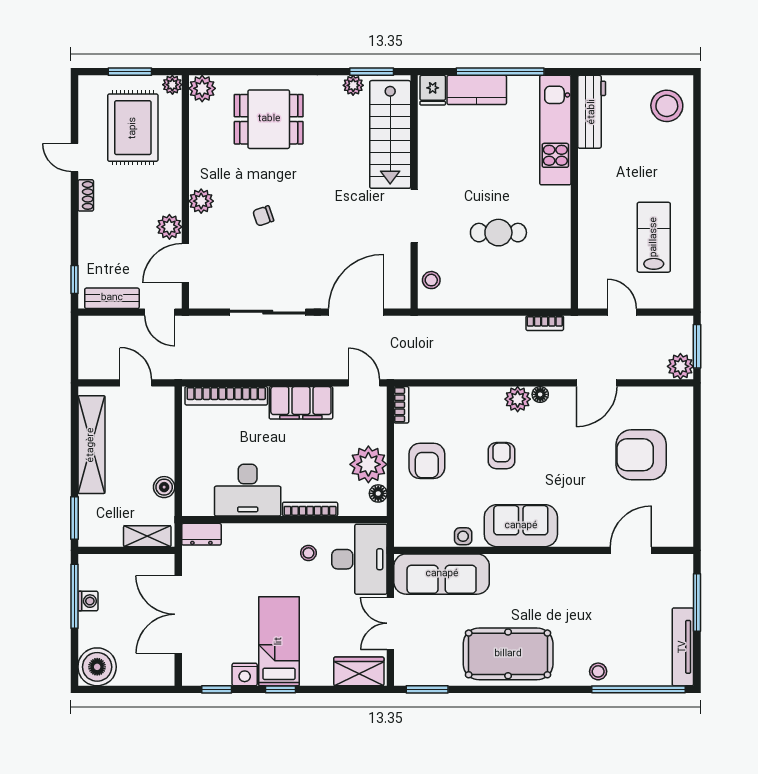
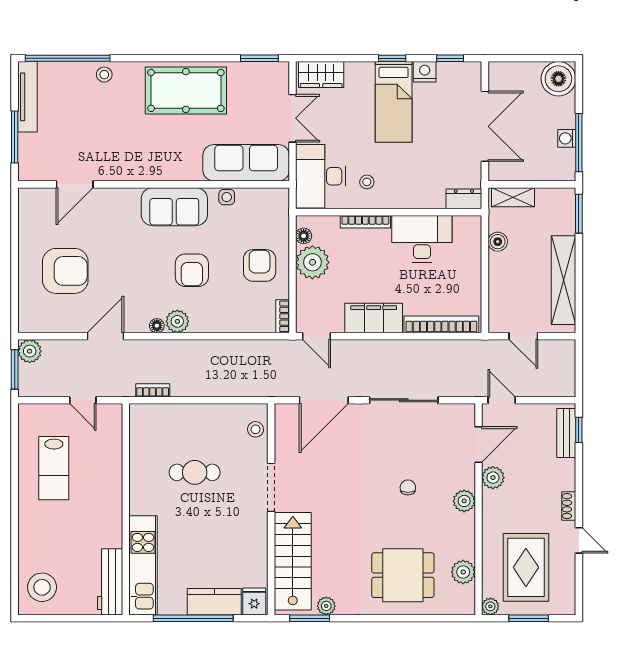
plant: (202, 88) -> (463, 572), moved
chair: (263, 216) -> (408, 487), turned -71
bench: (112, 298) -> (566, 433), moved, turned 90
armchair: (502, 456) -> (192, 270), width x1.38, depth x1.38

